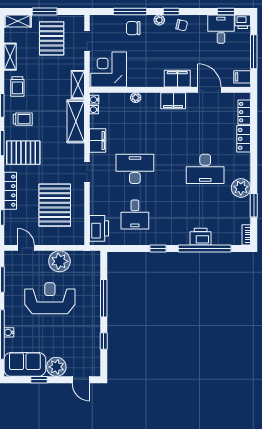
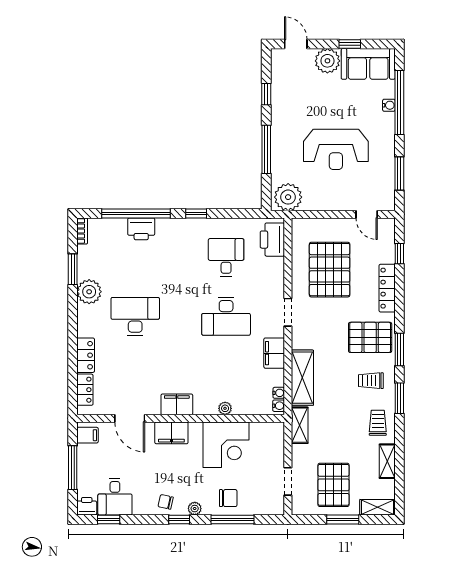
corner desk: (109, 69) -> (226, 445), moved
plant: (59, 261) -> (288, 197), moved

